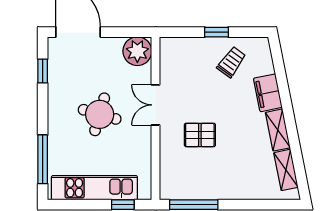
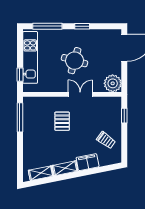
window: (216, 32) -> (124, 116), moved
window: (43, 71) -> (82, 26), moved

